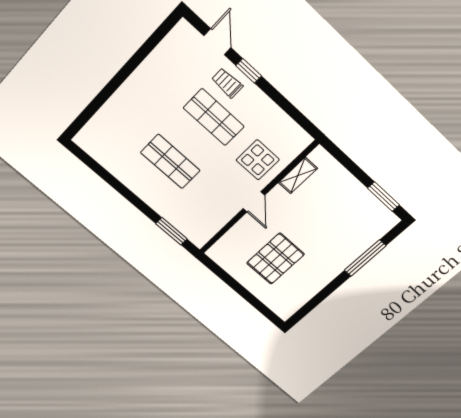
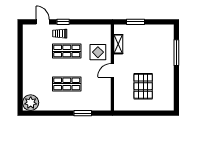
plant: (92, 139) -> (31, 103), added
window: (384, 197) -> (135, 22), moved
door: (254, 202) -> (112, 70), swing flipped
window: (171, 231) -> (83, 113), moved

